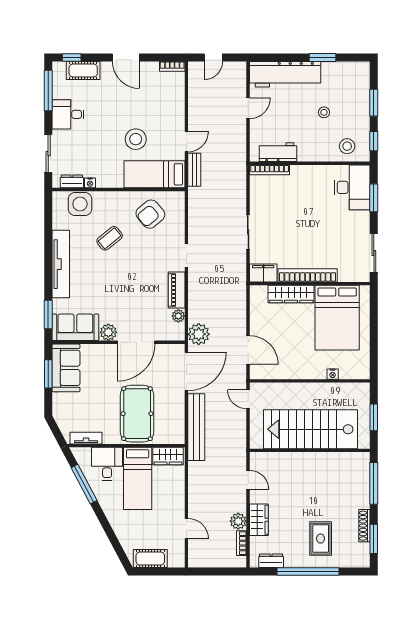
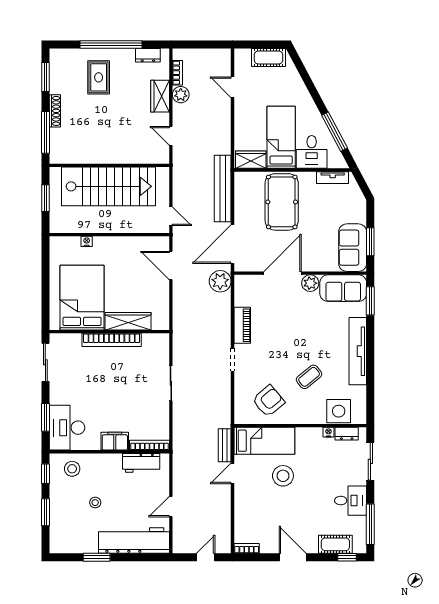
filing cabinet: (263, 273) -> (115, 441), moved, turned 180
plant: (178, 316) -> (240, 299), removed
shoe rack: (364, 526) -> (55, 111), moved

